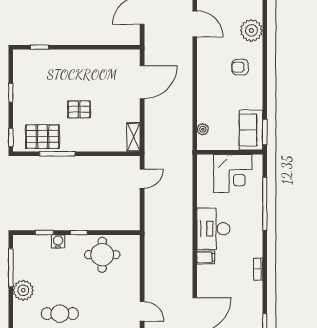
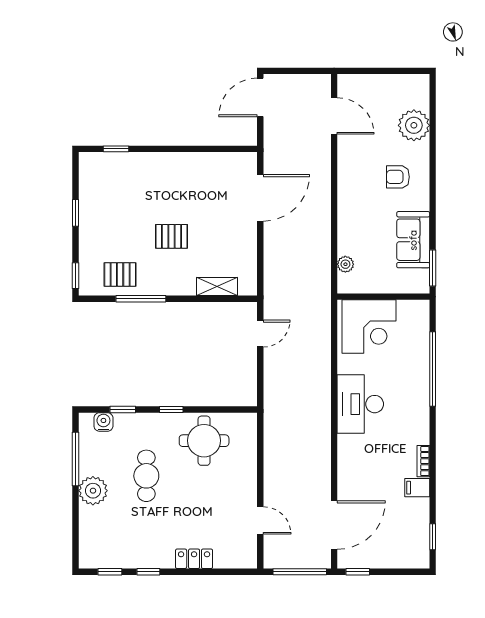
sofa: (251, 130) -> (413, 240), moved
pallet: (43, 137) -> (120, 275), width x0.67, depth x0.71
shelving: (133, 137) -> (217, 286), moved, turned 90
corner desk: (233, 174) -> (369, 327), moved
water cooler: (58, 241) -> (103, 422), moved
filing cabinet: (206, 257) -> (417, 488), moved, turned 180
cafe table: (60, 314) -> (146, 476), moved, turned 90

